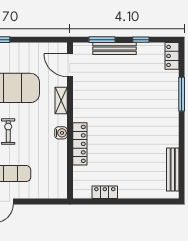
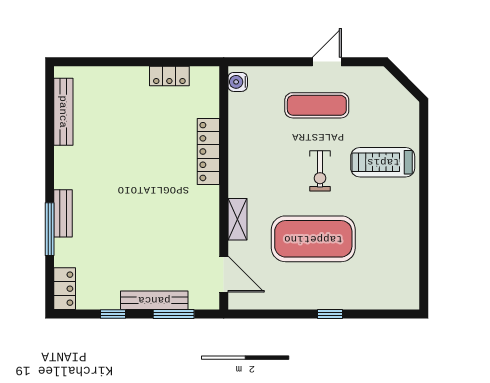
bench: (173, 104) -> (63, 213), added
water cooler: (61, 133) -> (238, 82), moved

